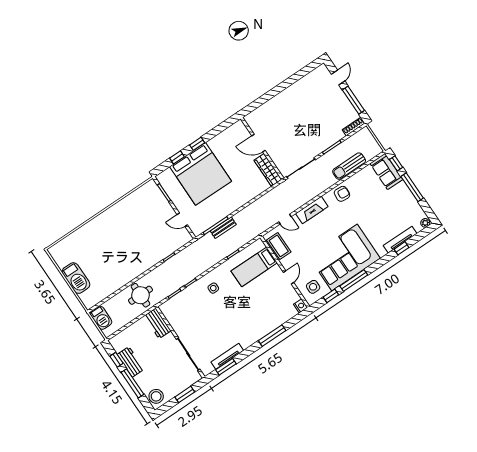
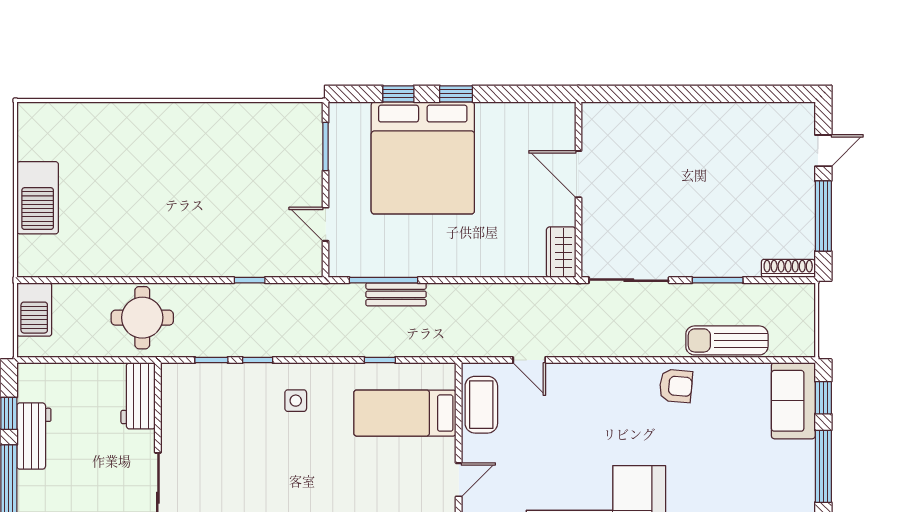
wardrobe: (268, 170) -> (561, 252), width x0.67
fireplace: (312, 210) -> (594, 378), removed

